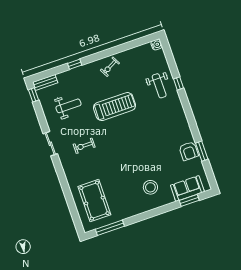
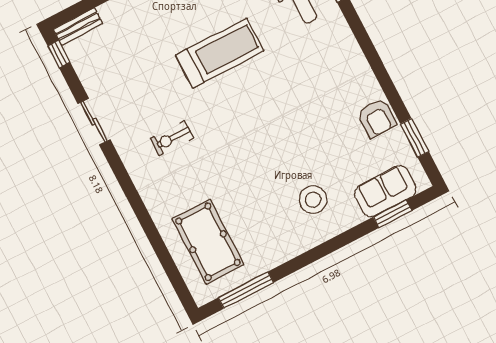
weight bench: (68, 106) -> (130, 65), removed
sliding door: (50, 144) -> (94, 122), moved
window: (202, 151) -> (415, 138), moved

